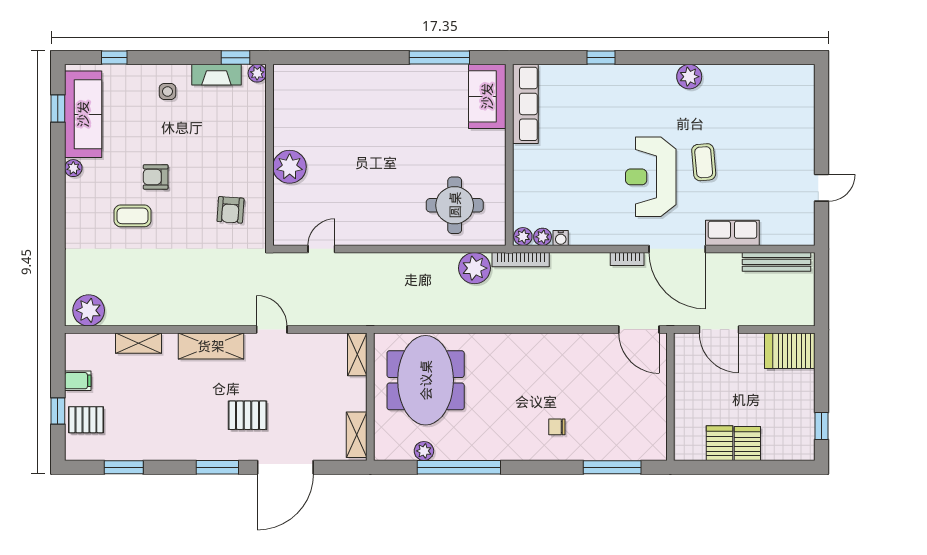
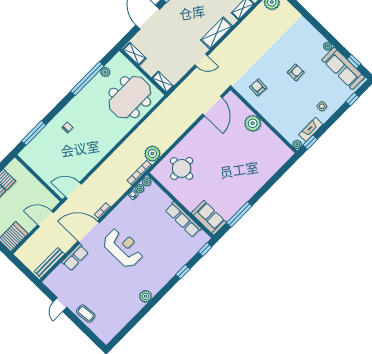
window: (538, 58) -> (205, 249), added
row of seats: (525, 104) -> (183, 219), moved
coffee table: (704, 162) -> (86, 314), moved
coffee table: (133, 216) -> (290, 51), removed
door: (321, 249) -> (212, 106), width x1.87
meeting table: (426, 380) -> (130, 97), turned 90
pallet: (248, 415) -> (179, 22), removed

